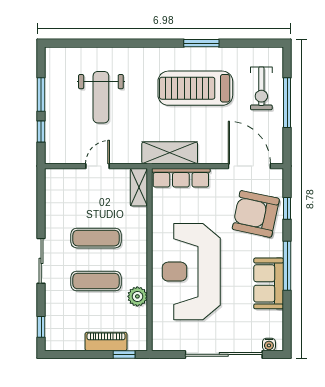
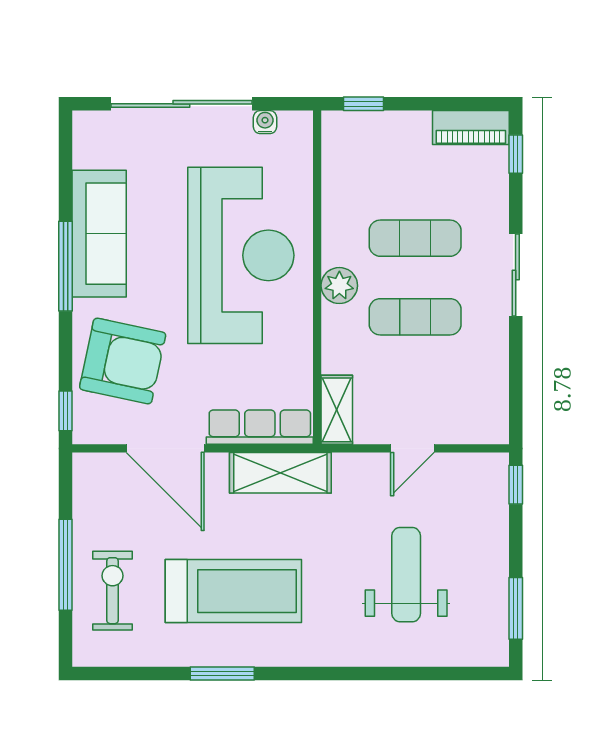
window: (41, 94) -> (516, 608), moved
window: (41, 131) -> (516, 485), moved
door: (249, 166) -> (165, 448), moved
window: (287, 208) -> (66, 411), moved
sofa: (269, 283) -> (99, 234), width x1.36
plant: (137, 296) -> (339, 286), moved
piano: (106, 341) -> (471, 128), moved
water cooler: (269, 344) -> (265, 122), moved

